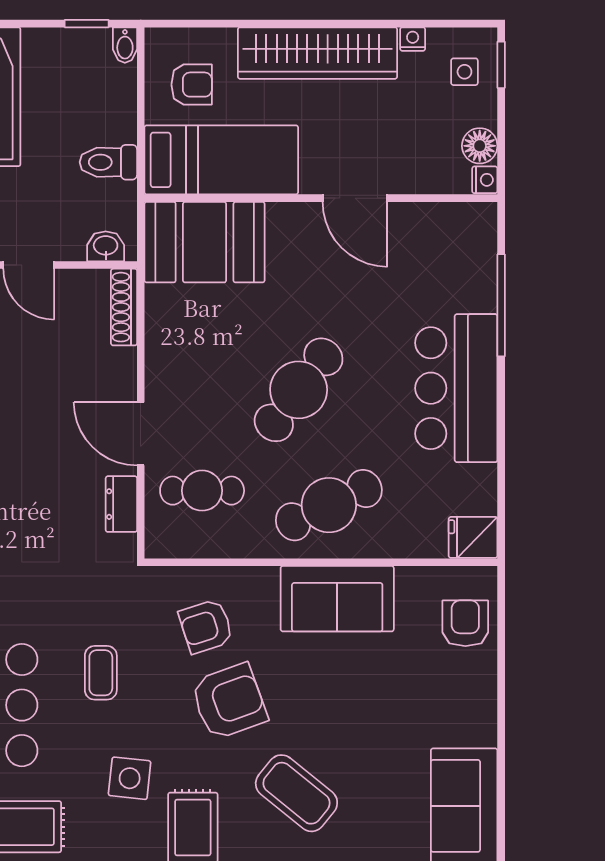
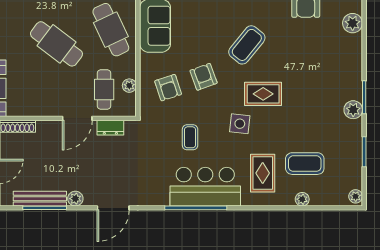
plant: (210, 544) -> (129, 86), added
coffee table: (101, 673) -> (190, 137), turned 90
armchair: (229, 701) -> (204, 77), width x0.72, depth x0.72

